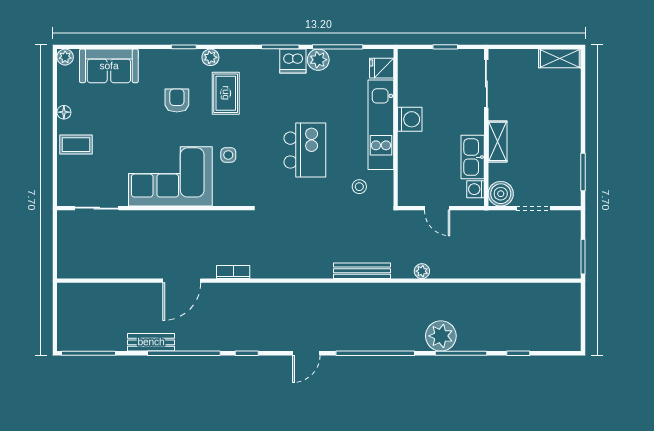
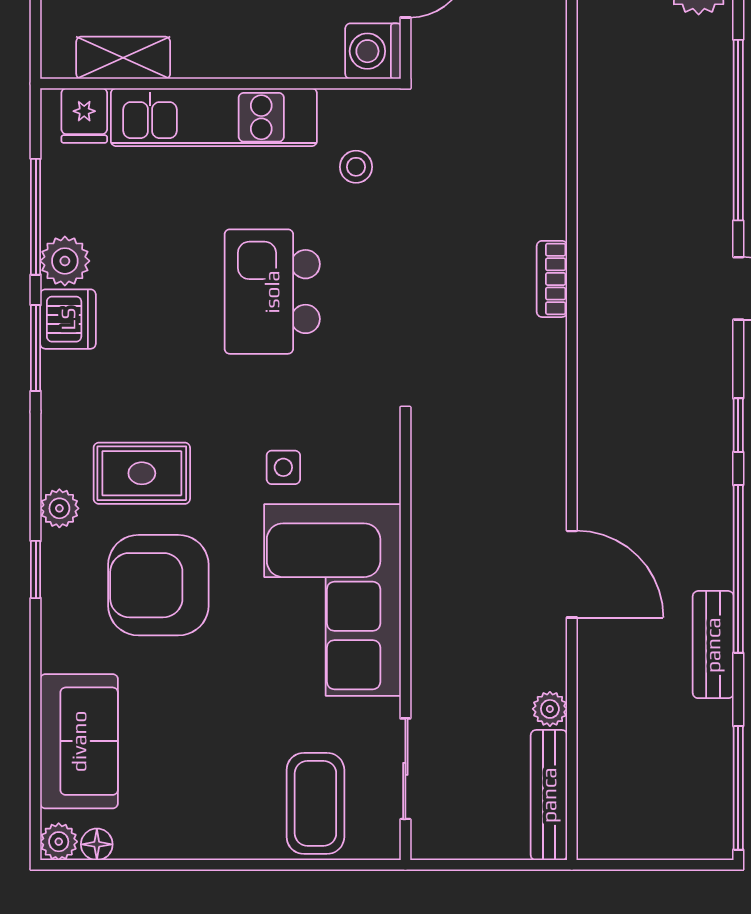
shelving: (407, 85) -> (123, 58), added
armchair: (177, 100) -> (158, 585), width x1.88, depth x1.88
floor lamp: (64, 112) -> (97, 844), moved
washing machine: (410, 119) -> (373, 51), moved, turned -90
coffee table: (76, 145) -> (315, 803), moved, width x1.36, depth x1.30
kitchen island: (305, 150) -> (272, 292), turned -90
bench: (362, 271) -> (549, 795), moved
plant: (422, 271) -> (550, 709), moved
bookcase: (233, 272) -> (552, 279), moved

